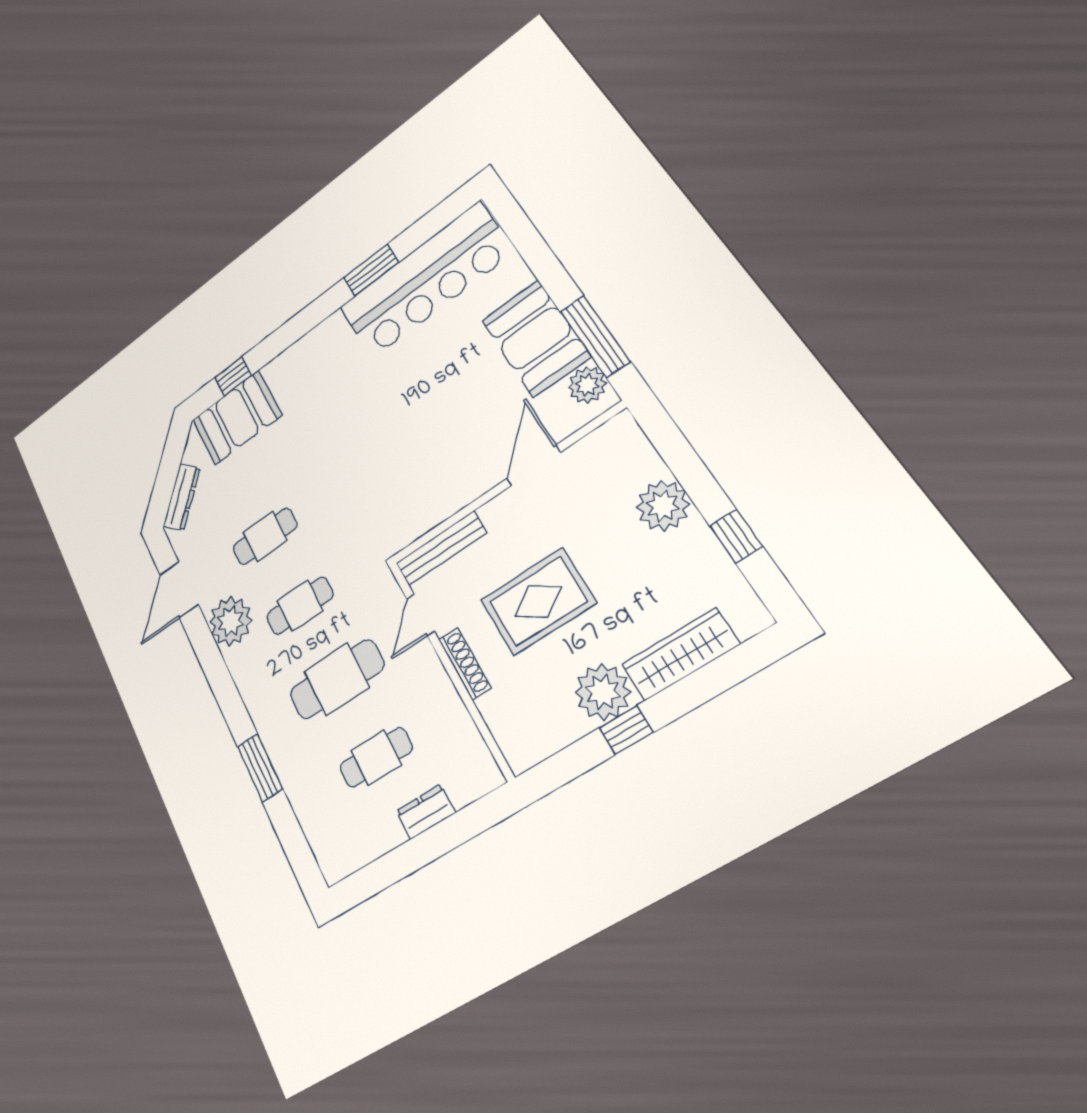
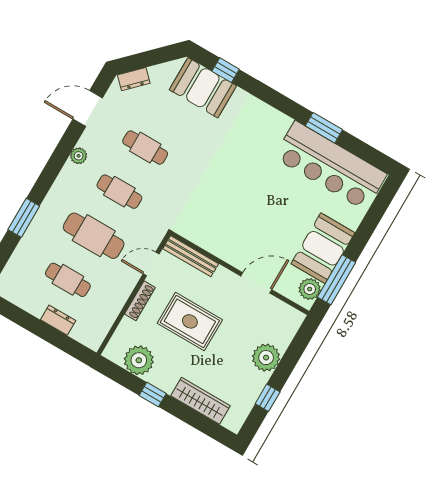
dresser: (182, 497) -> (134, 79), width x0.70
plant: (230, 621) -> (79, 156), width x0.53, depth x0.53
plant: (603, 692) -> (139, 360), moved

